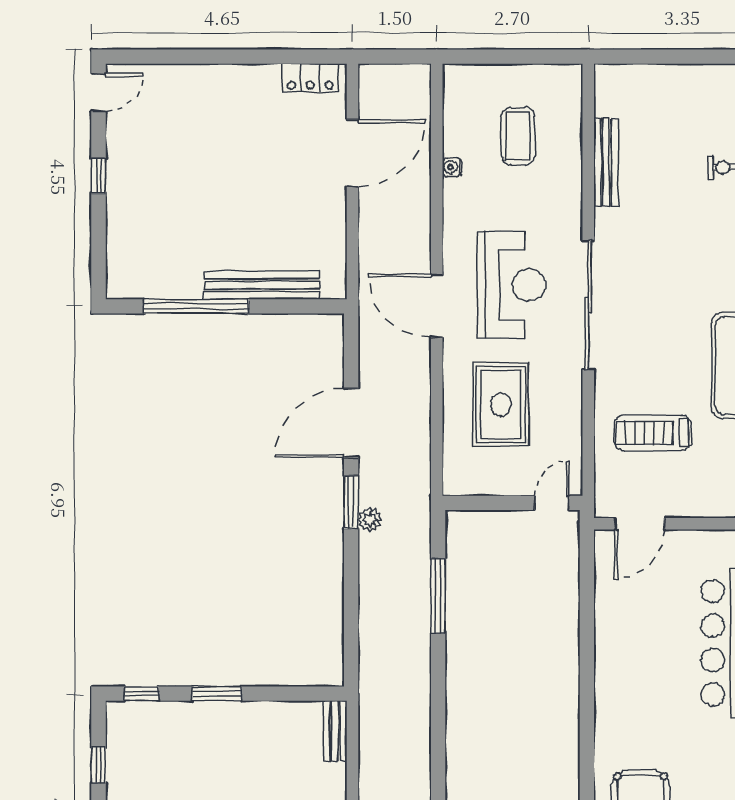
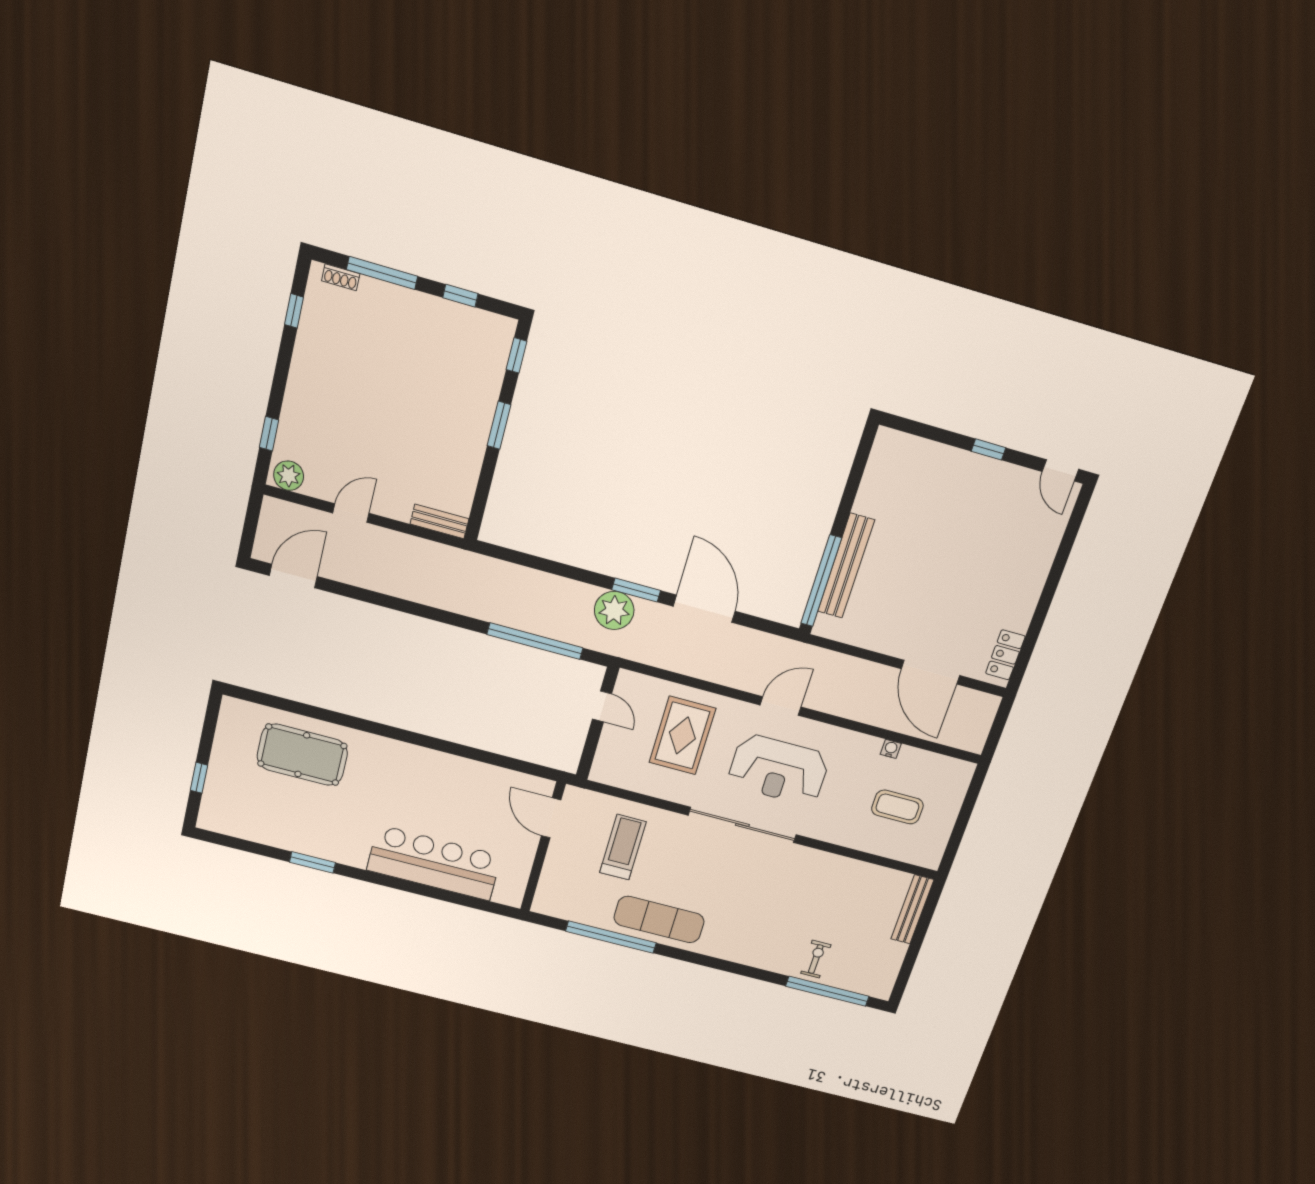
bench: (606, 162) -> (912, 909), moved, turned 90
window: (196, 306) -> (821, 581), moved
door: (437, 306) -> (781, 706), width x0.73
rug: (501, 404) -> (682, 735), turned 90
door: (552, 503) -> (602, 706), moved
plant: (370, 520) -> (614, 610), width x1.88, depth x1.88
window: (438, 596) -> (535, 641), width x1.46

